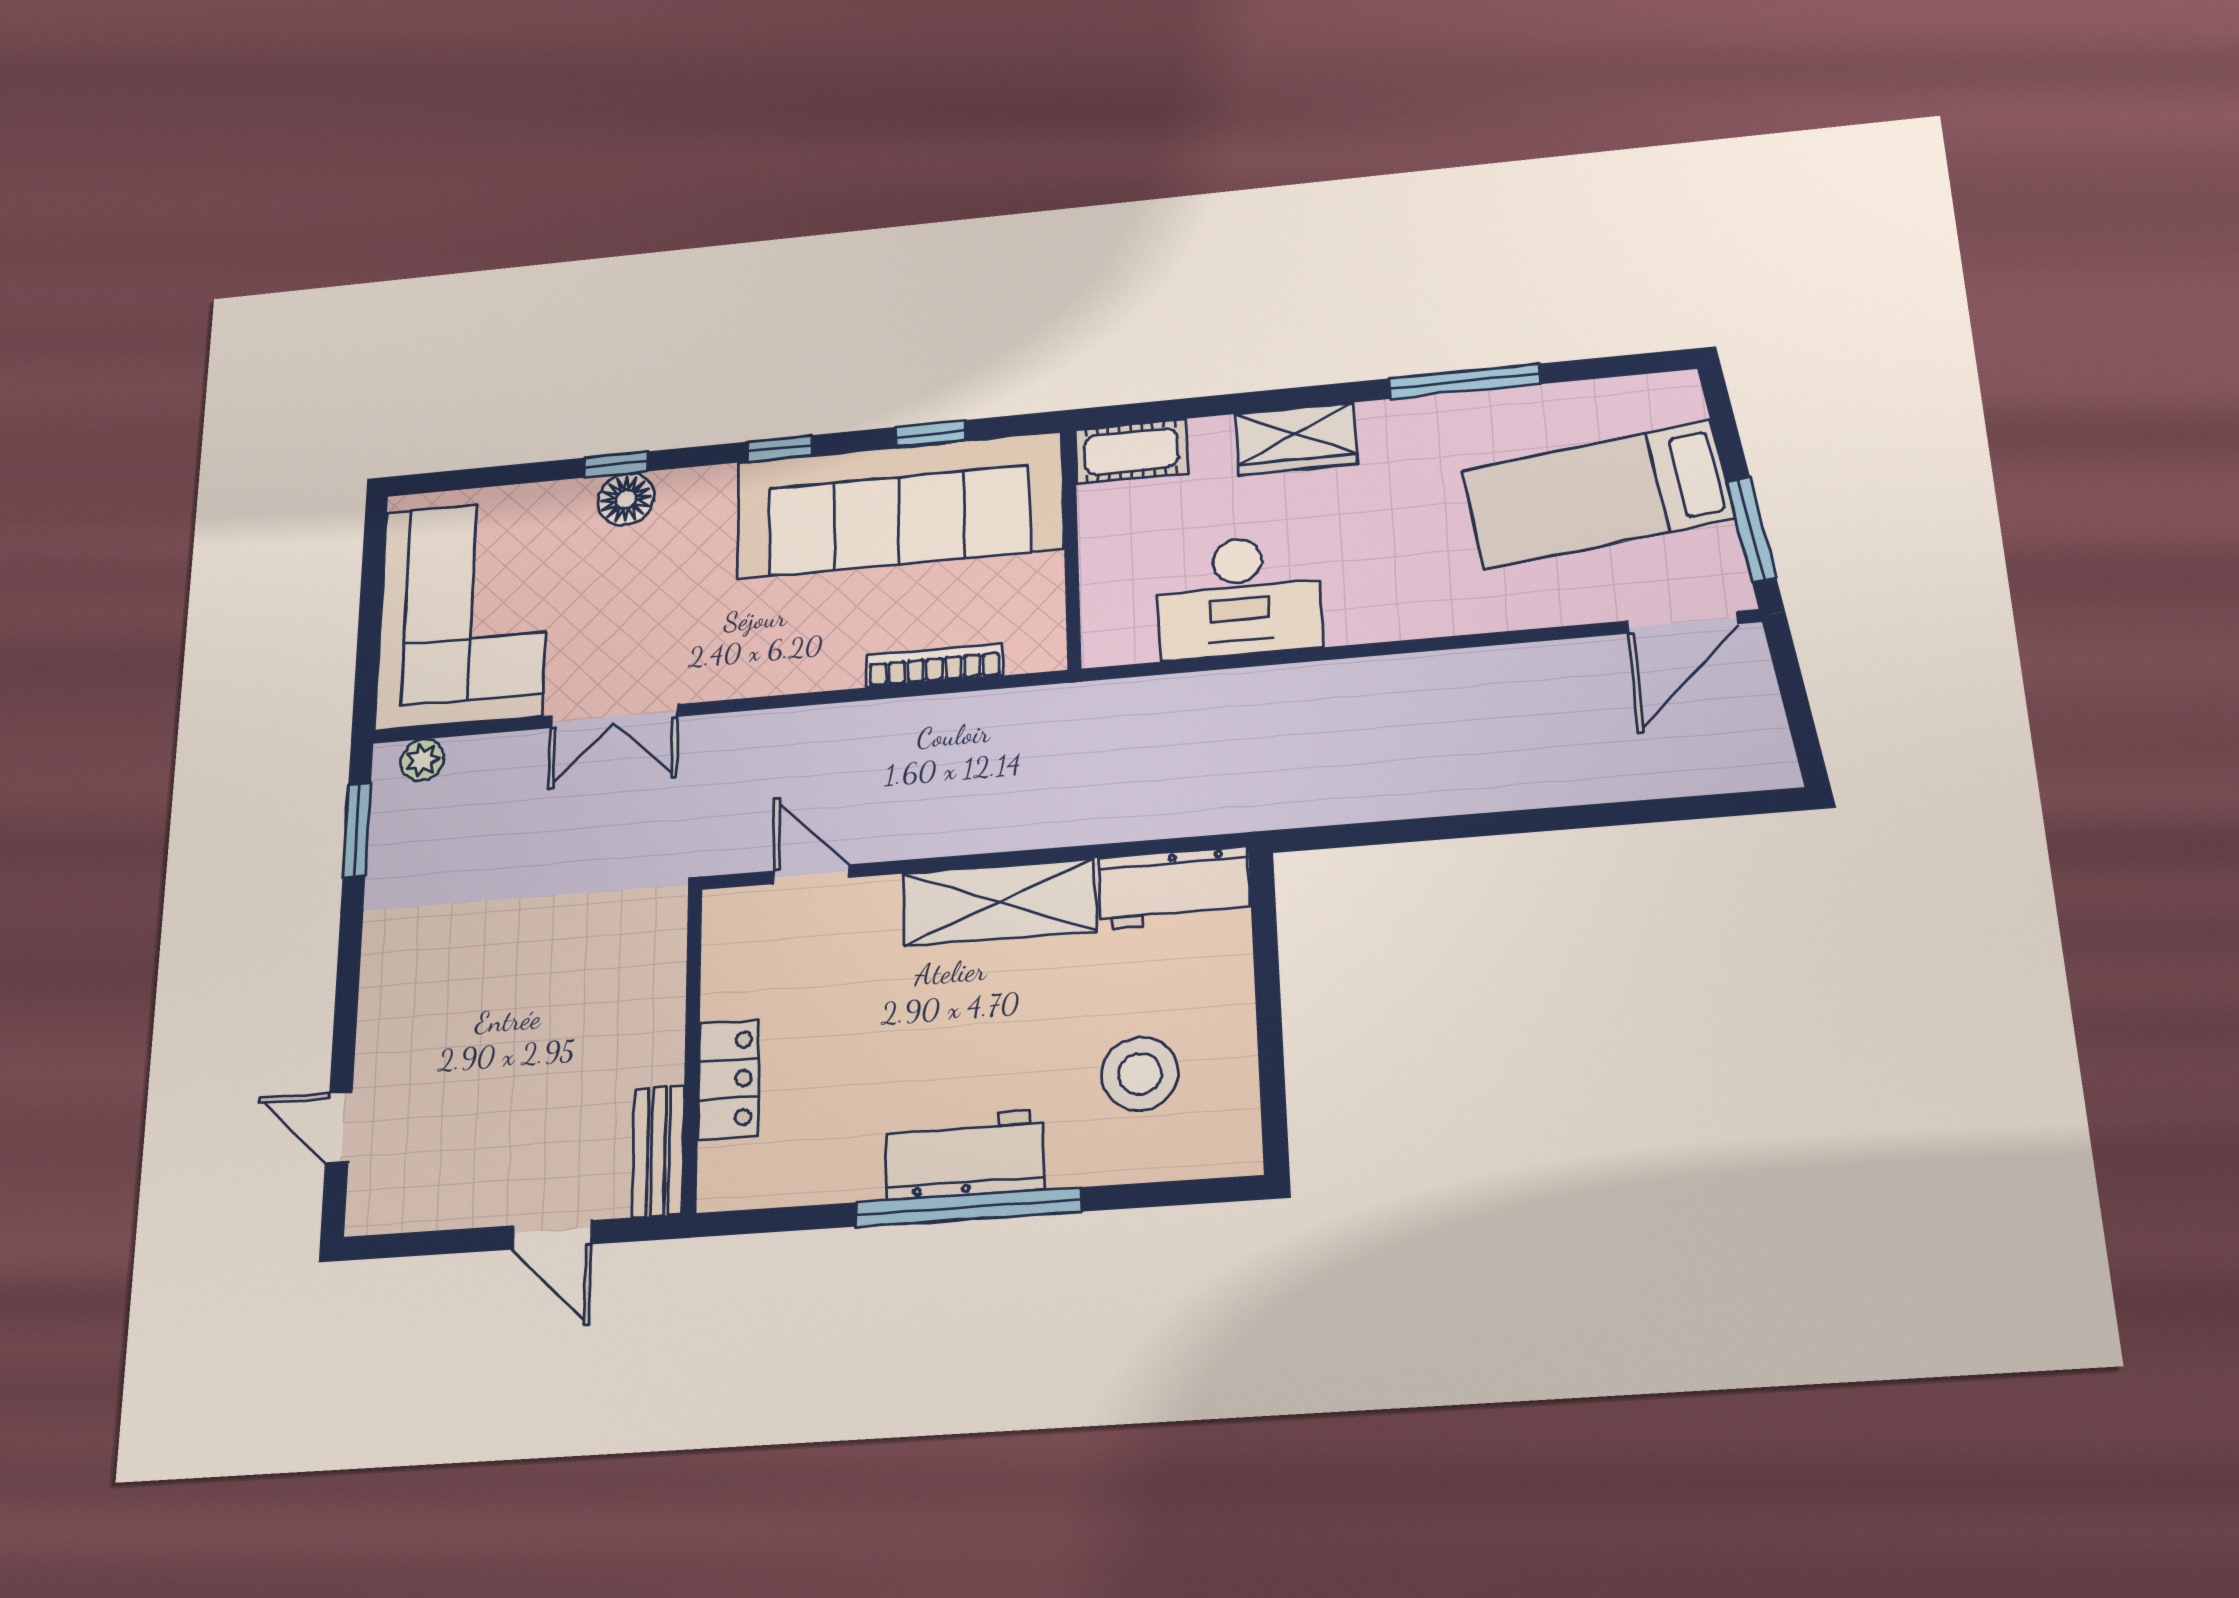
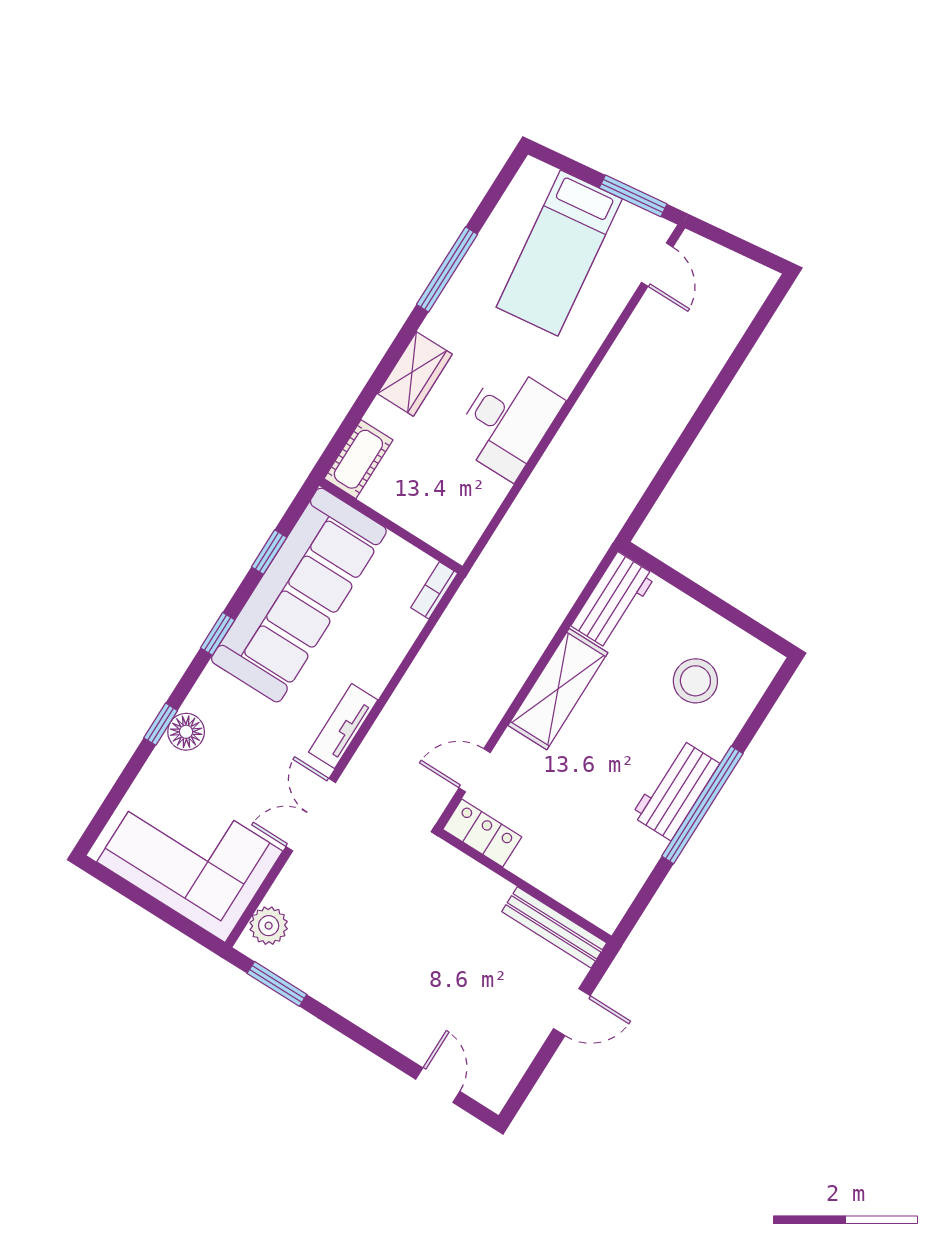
desk: (1239, 597) -> (508, 422), moved
door: (1683, 622) -> (657, 265), width x0.73
bookcase: (935, 665) -> (434, 590), moved, width x0.64
tv unit: (760, 674) -> (343, 726), added
double door: (614, 716) -> (311, 815), swing flipped
plant: (422, 760) -> (269, 926), width x1.38, depth x1.38
locker: (729, 1079) -> (482, 833), moved
door: (339, 1127) -> (438, 1085), swing flipped
bench: (658, 1151) -> (554, 927), width x1.36

